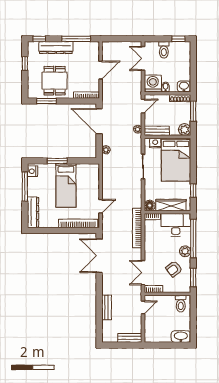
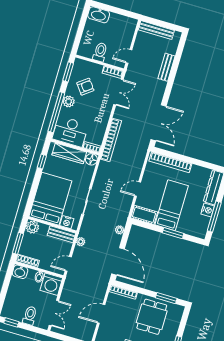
cot: (88, 170) -> (144, 215), added
nightstand: (33, 171) -> (208, 210), moved
door: (101, 206) -> (138, 189), moved
toilet: (181, 304) -> (100, 52), moved
bench: (130, 338) -> (156, 30), width x1.36

